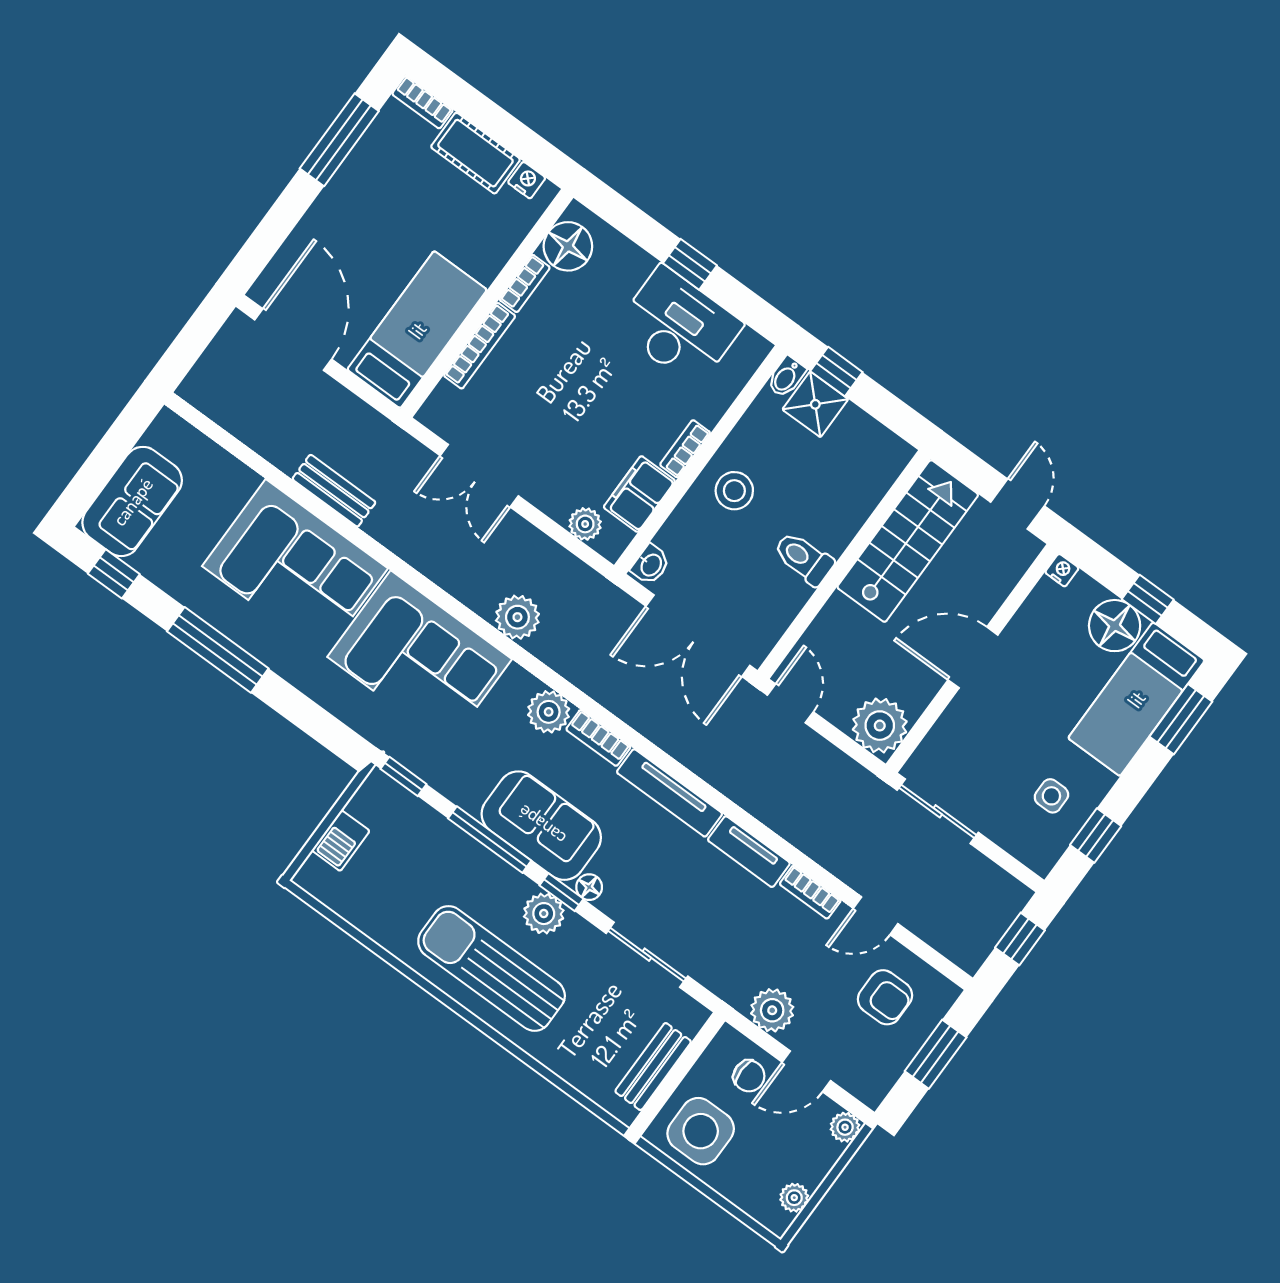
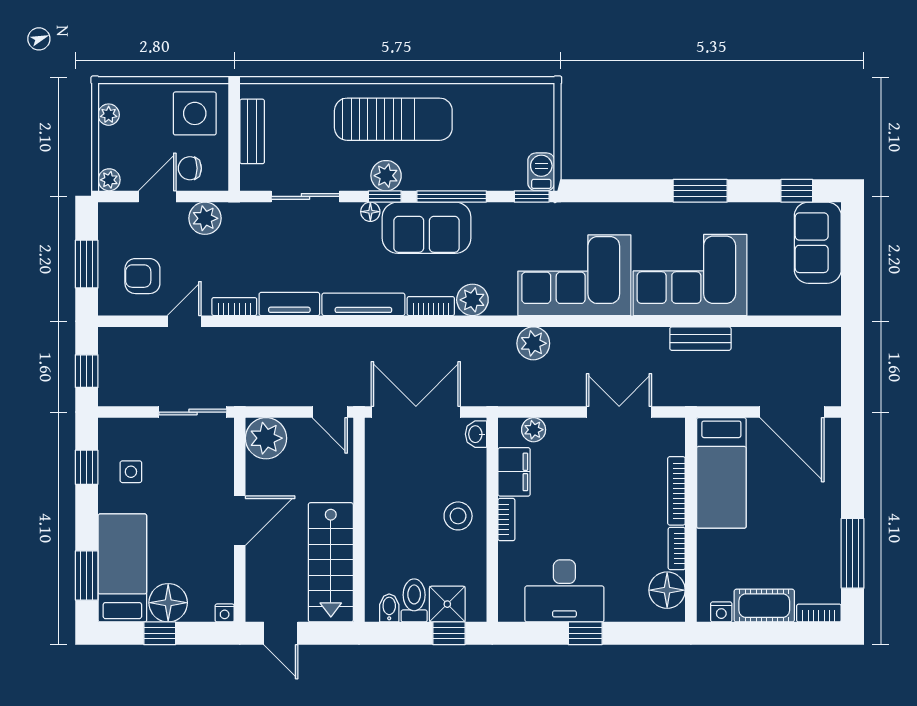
bidet: (786, 377) -> (389, 608), moved
toilet: (804, 558) -> (414, 600), moved, turned -90
window: (218, 650) -> (700, 191), width x0.69
barbecue: (341, 841) -> (541, 172), moved

